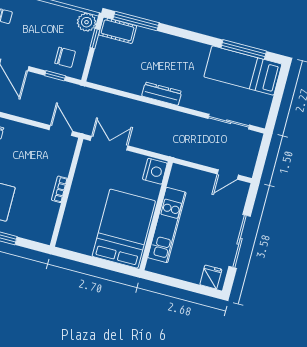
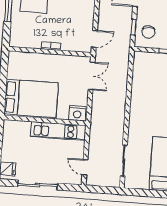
dresser: (162, 94) -> (135, 108), removed
kitchen unit: (167, 225) -> (58, 131), moved

